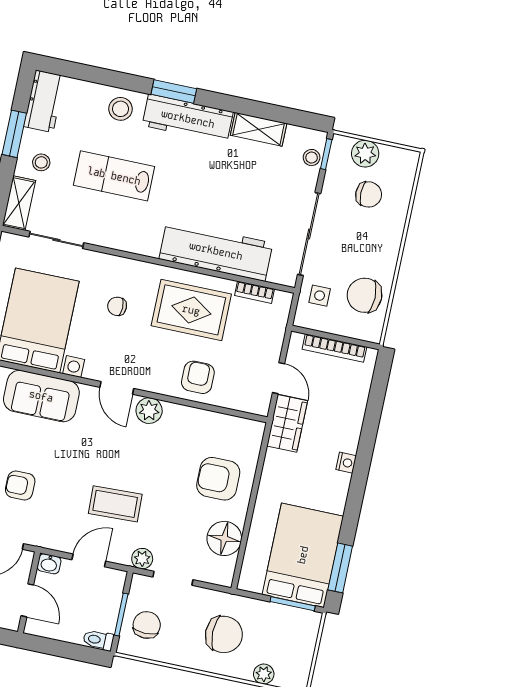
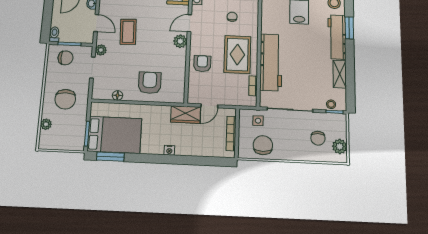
plant: (365, 154) -> (340, 146), moved
armchair: (198, 377) -> (202, 64), turned -90
floor lamp: (224, 538) -> (117, 95), width x0.53, depth x0.53

